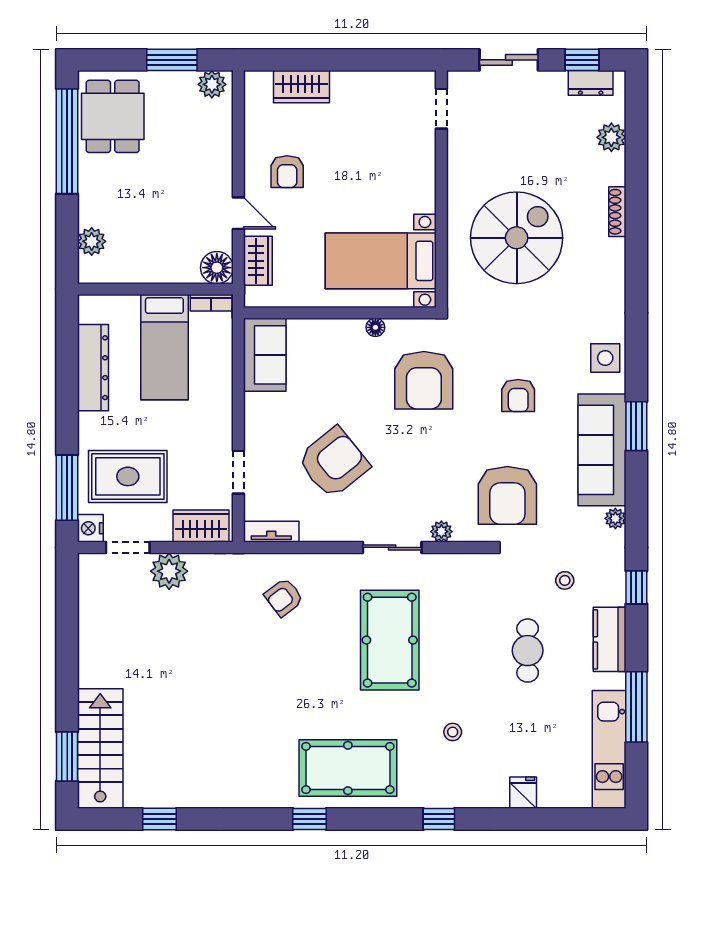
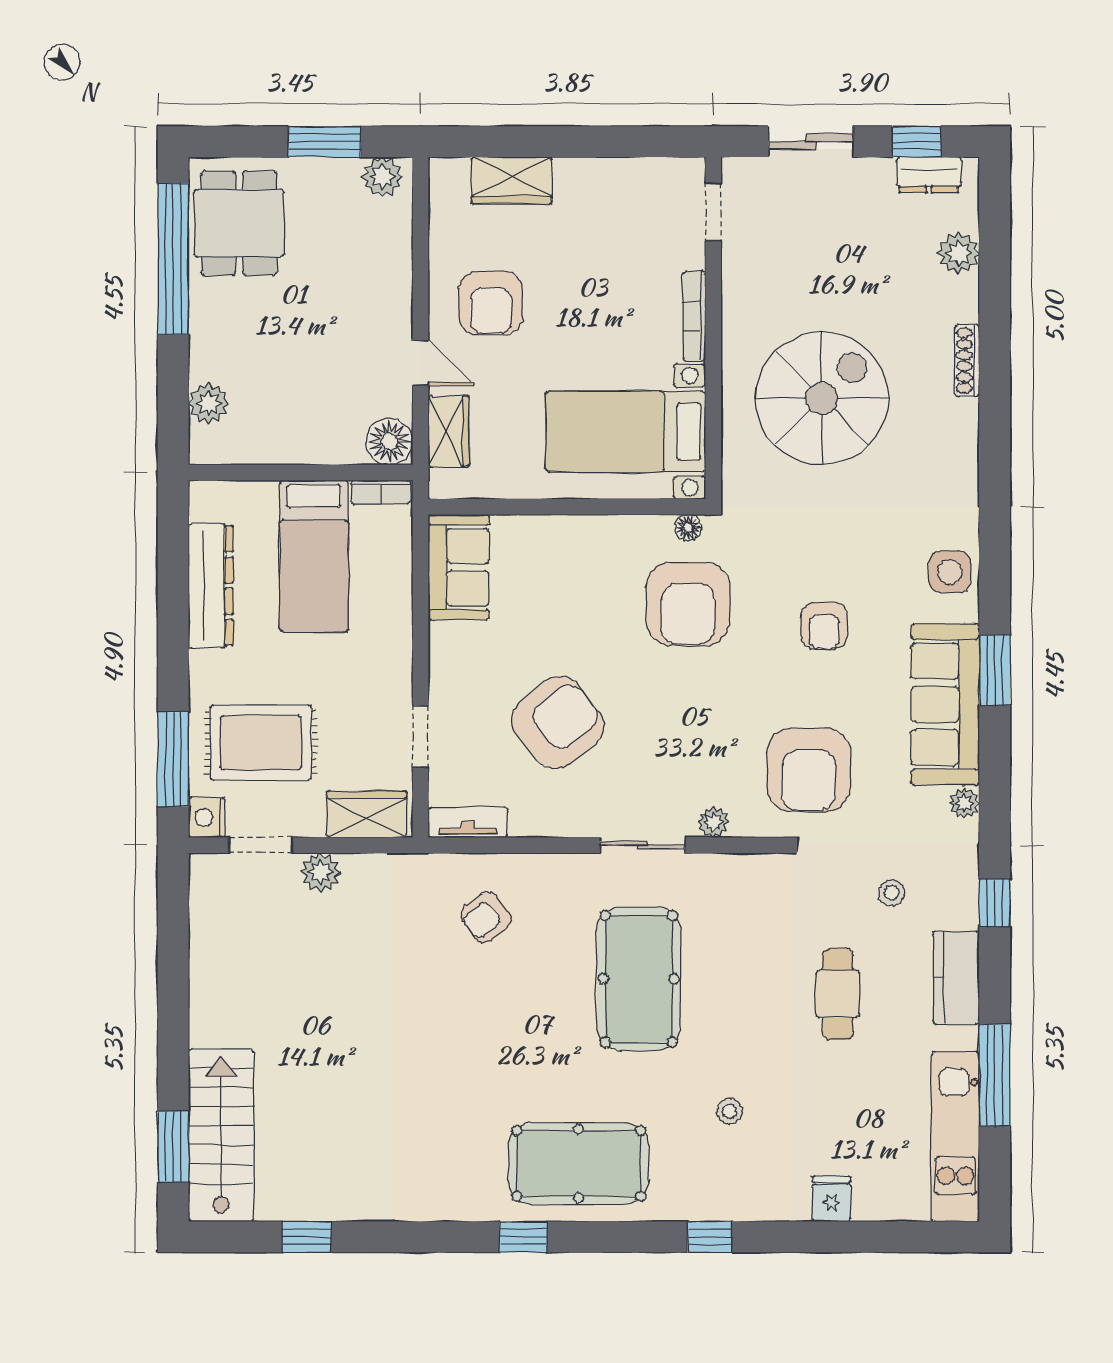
armchair: (287, 172) -> (491, 303), width x1.38, depth x1.38
bookcase: (428, 181) -> (694, 316), added
floor lamp: (375, 327) -> (688, 528), moved
plant: (169, 571) -> (321, 872), width x0.73, depth x0.73

